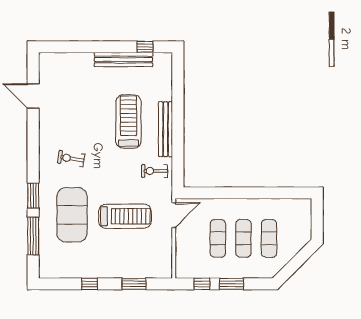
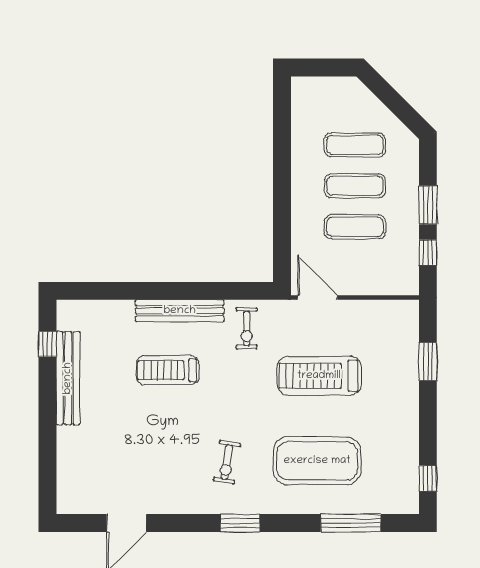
treadmill: (128, 122) -> (168, 370), width x0.73, depth x0.73
window: (33, 196) -> (240, 523), moved
treadmill: (125, 216) -> (319, 376), turned -90
window: (90, 284) -> (428, 478), moved

